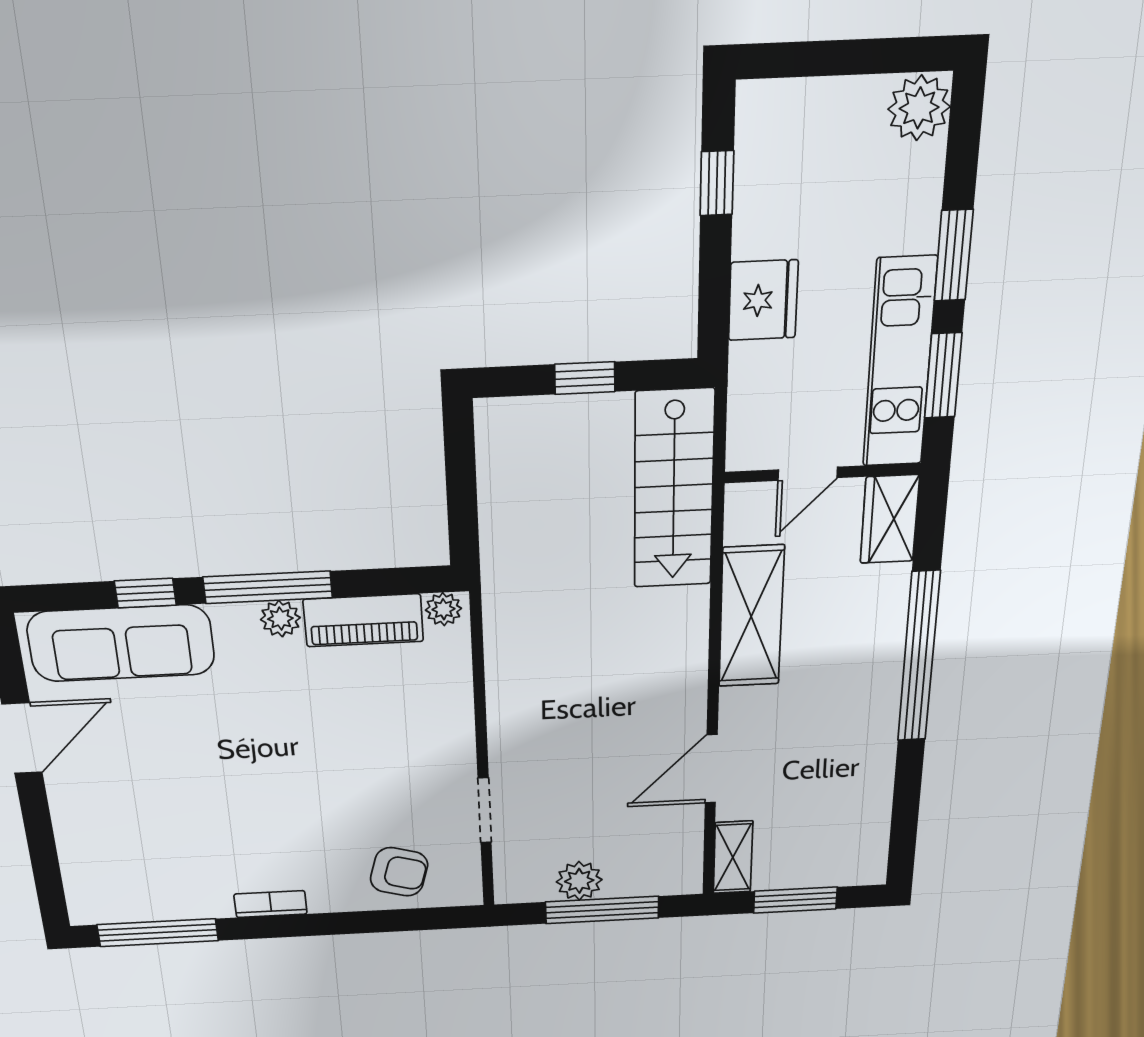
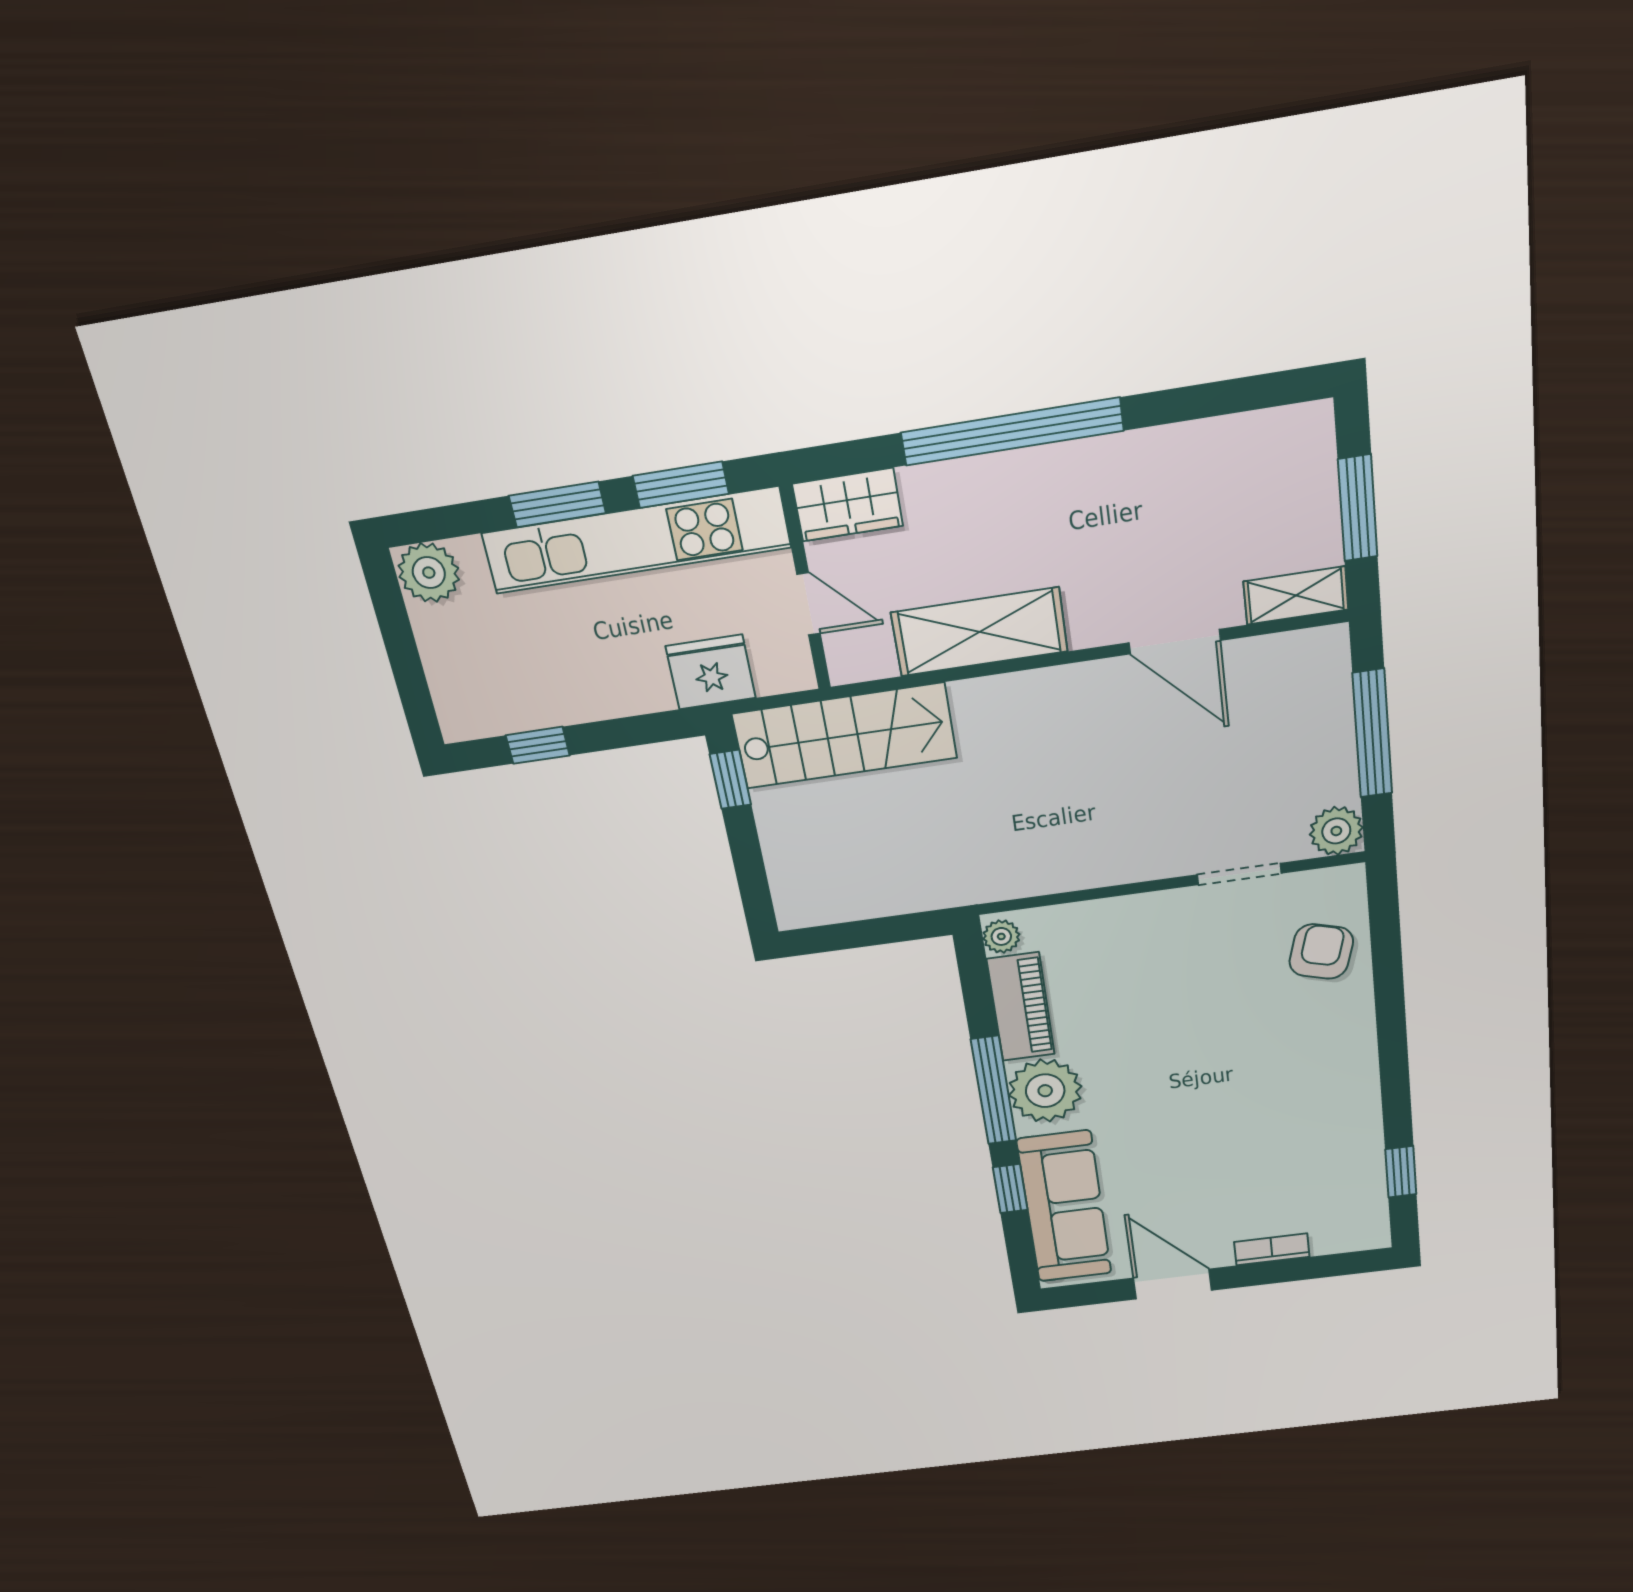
fridge: (763, 300) -> (711, 672), moved
kitchen unit: (900, 363) -> (636, 540), width x1.36
window: (585, 378) -> (730, 779), moved
plant: (280, 619) -> (1045, 1091), width x1.88, depth x1.88
plant: (579, 881) -> (1336, 831), moved
bookcase: (271, 904) -> (1272, 1249), moved, turned 90
window: (158, 933) -> (1401, 1172), width x0.46

